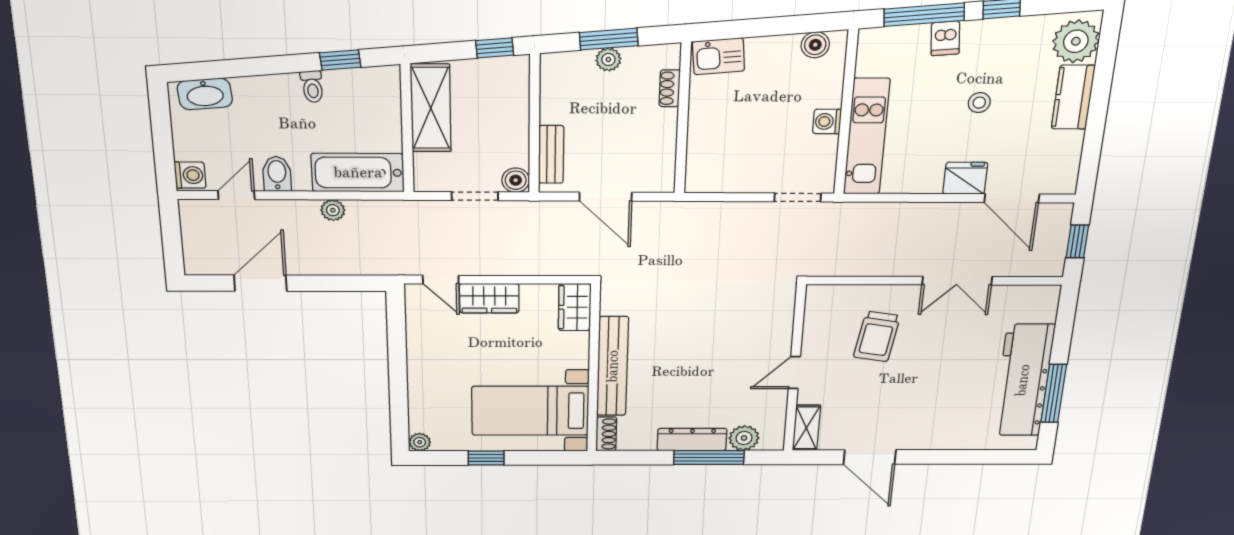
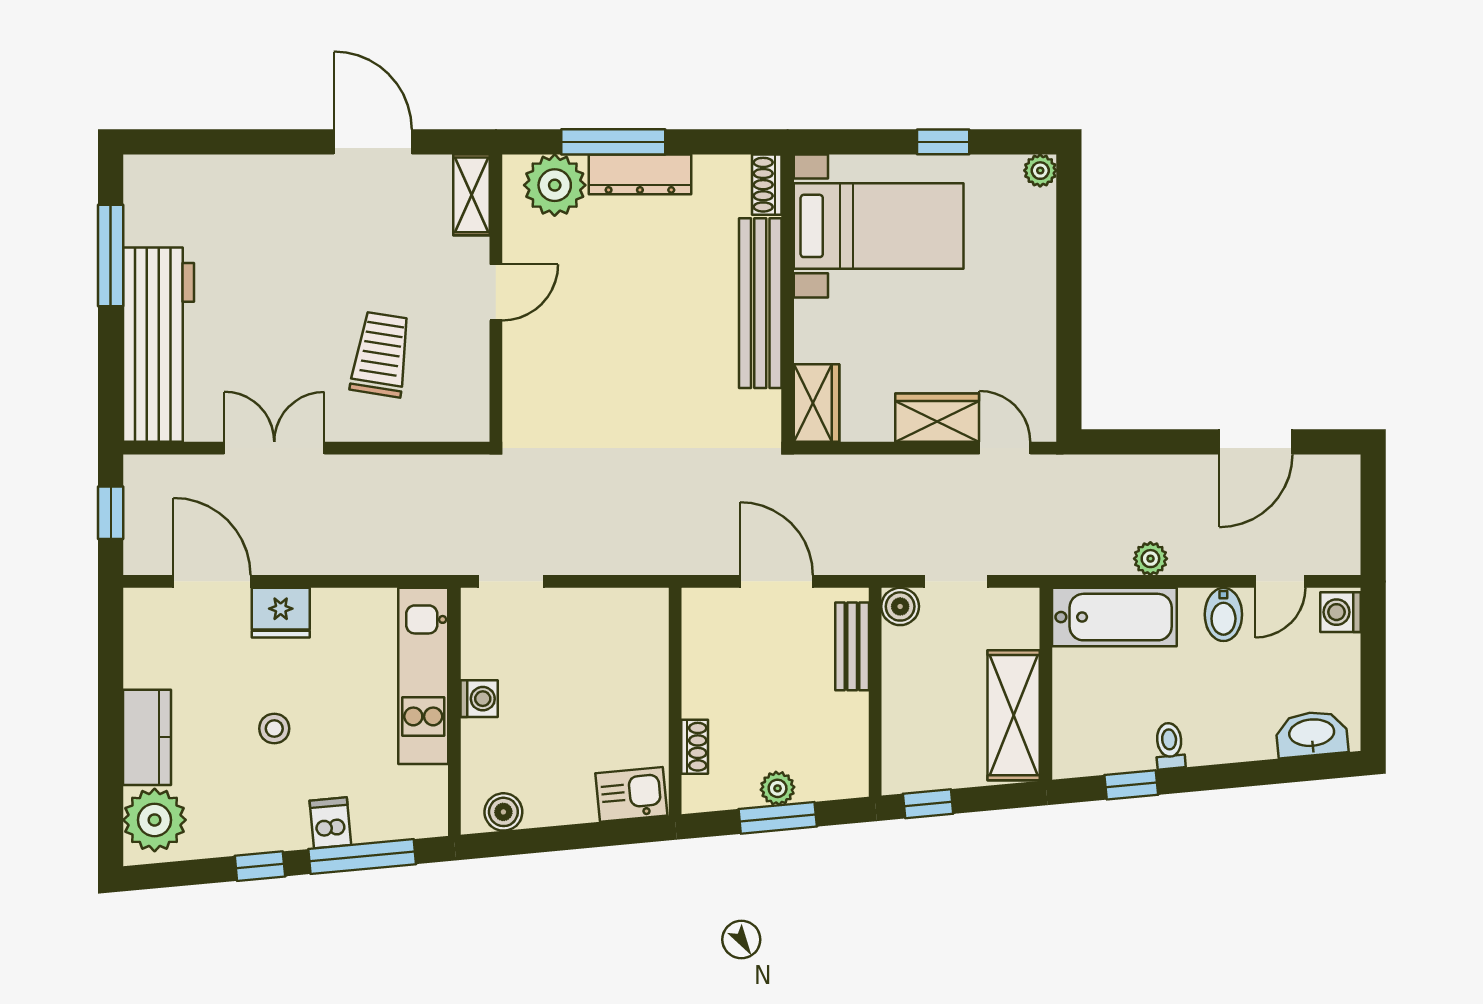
workbench: (1023, 380) -> (159, 345), moved
plant: (744, 438) -> (555, 185), width x1.36, depth x1.36

